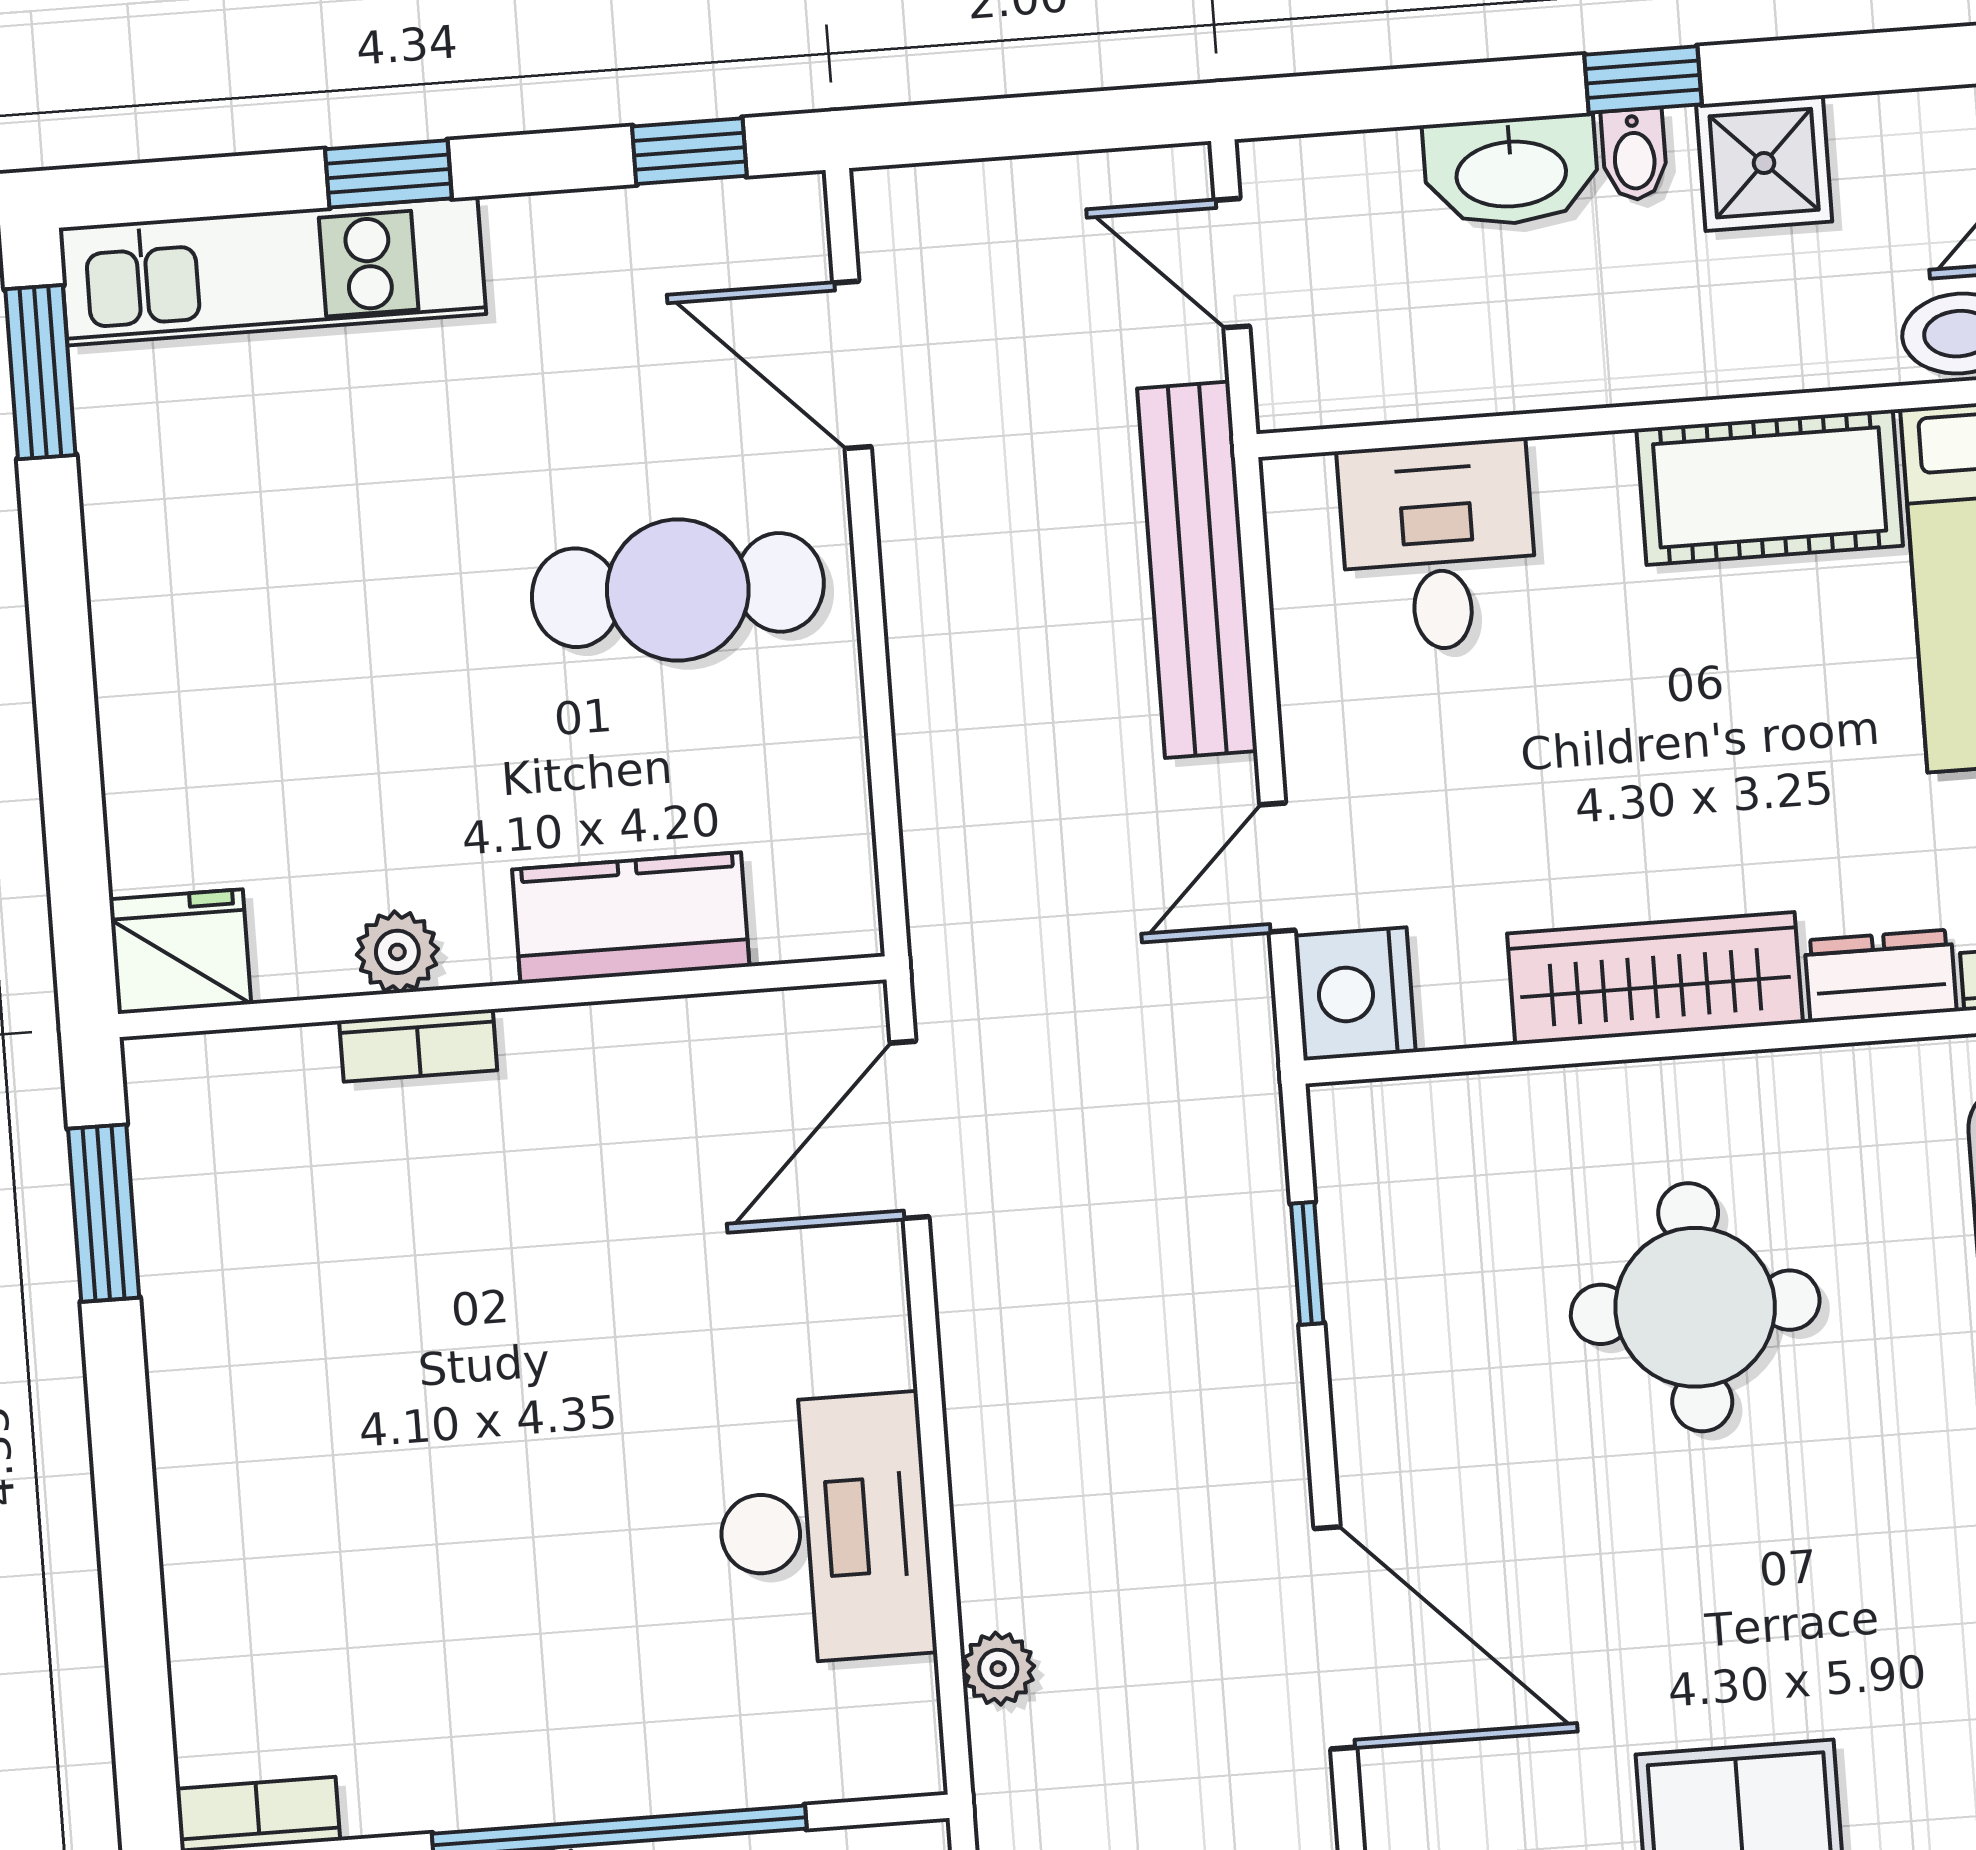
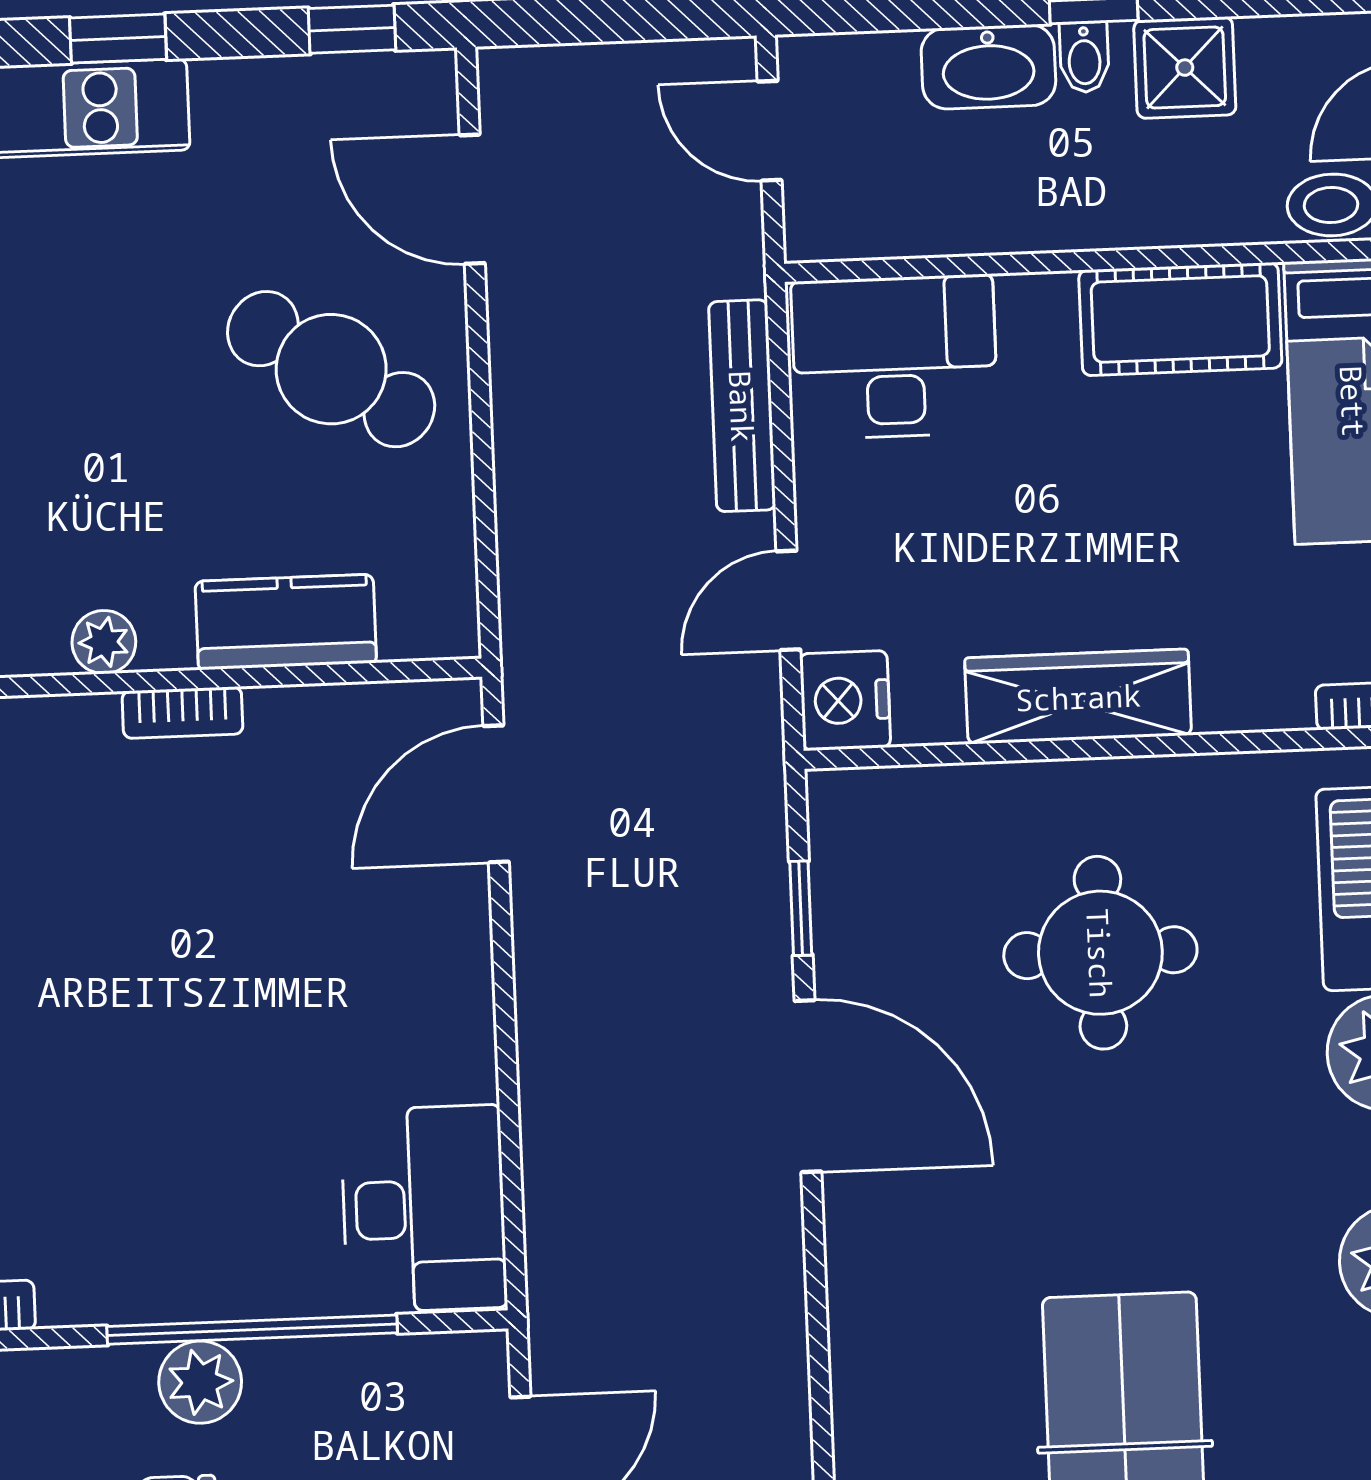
desk: (1438, 546) -> (894, 357), width x1.37
bench: (1197, 570) -> (742, 406), width x0.73, depth x0.82
cafe table: (678, 590) -> (331, 369), turned 33
dresser: (1881, 976) -> (1253, 701), removed
bookcase: (418, 1046) -> (182, 713), moved
desk: (825, 1529) -> (424, 1209), moved
door: (1335, 1638) -> (808, 1086), moved
plant: (998, 1669) -> (550, 1214), removed

